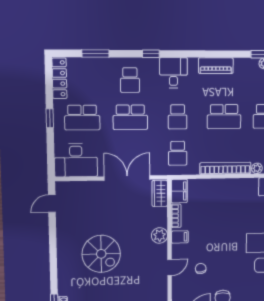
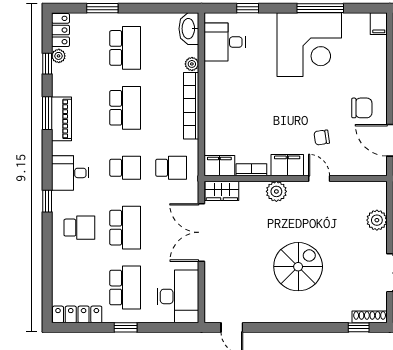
window: (95, 54) -> (47, 113), moved
filing cabinet: (180, 237) -> (287, 165), width x2.00

